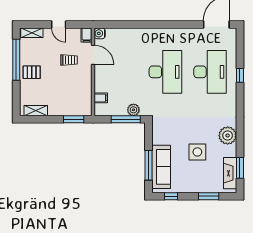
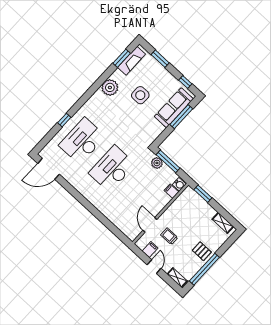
water cooler: (100, 33) -> (179, 184), moved
filing cabinet: (87, 35) -> (150, 250), moved

